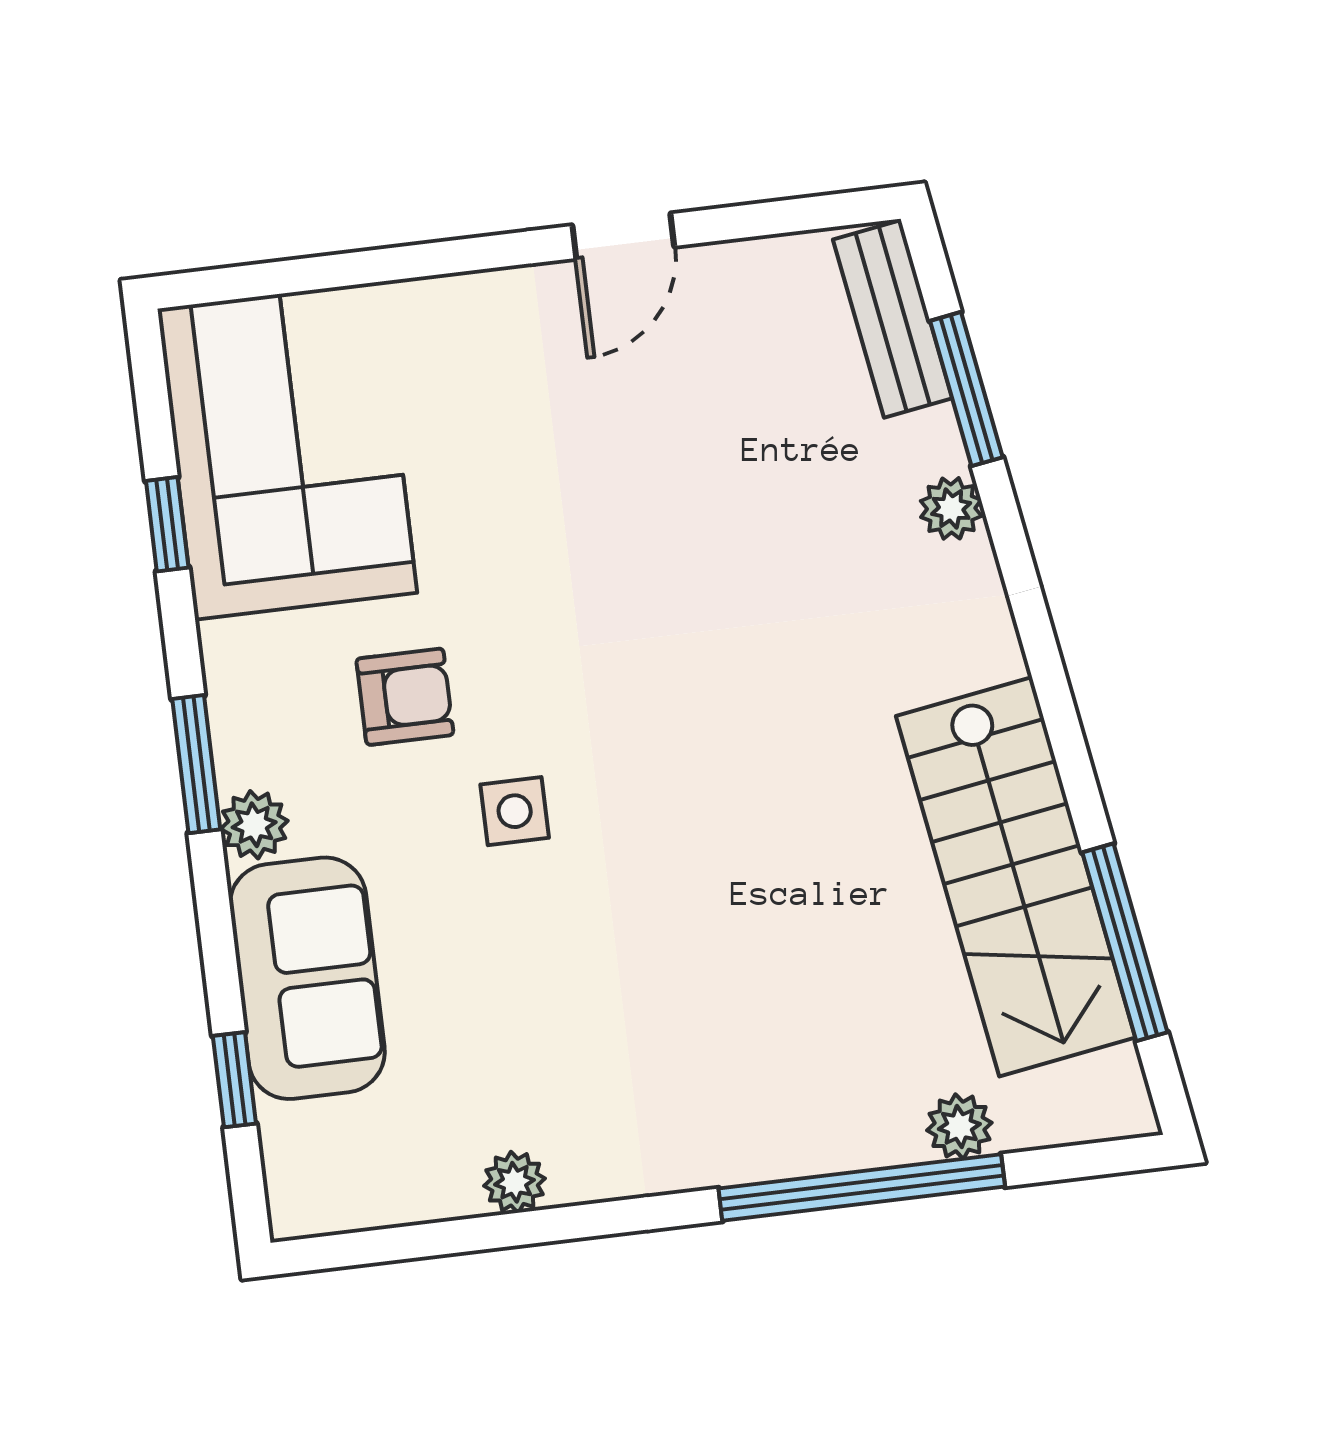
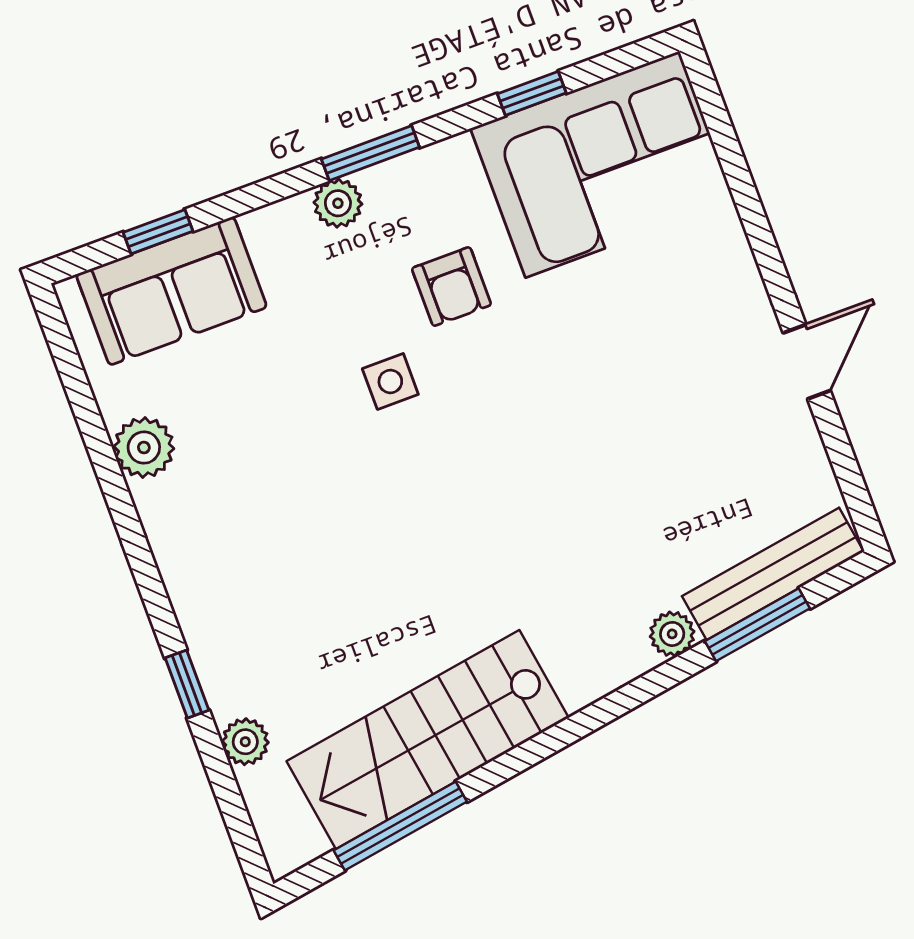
door: (623, 236) -> (807, 362), swing flipped
bench: (893, 319) -> (773, 574), width x1.36
sofa: (307, 978) -> (171, 291), moved
plant: (515, 1182) -> (144, 448), width x1.38, depth x1.38
window: (862, 1187) -> (187, 684), width x0.32

